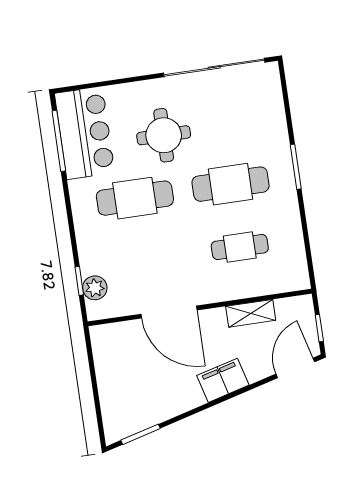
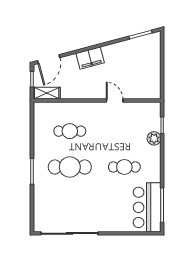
round table: (164, 135) -> (103, 200), removed
cafe table: (135, 198) -> (124, 167), width x0.73, depth x0.74
plant: (95, 288) -> (154, 138), moved
door: (169, 312) -> (115, 101), width x0.53
shelving: (251, 313) -> (47, 93), moved

